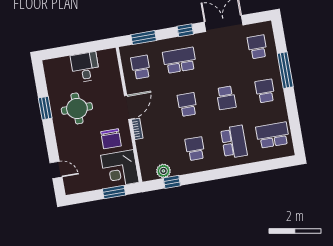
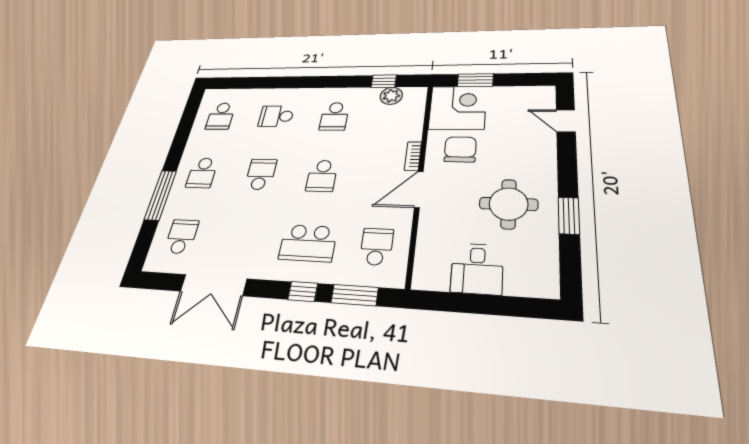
window: (185, 30) -> (303, 291), moved
school desk: (257, 47) -> (181, 236), turned 180
school desk: (141, 67) -> (376, 247), turned 180
school desk: (273, 135) -> (221, 116), width x0.54
school desk: (234, 142) -> (276, 116), width x0.54

